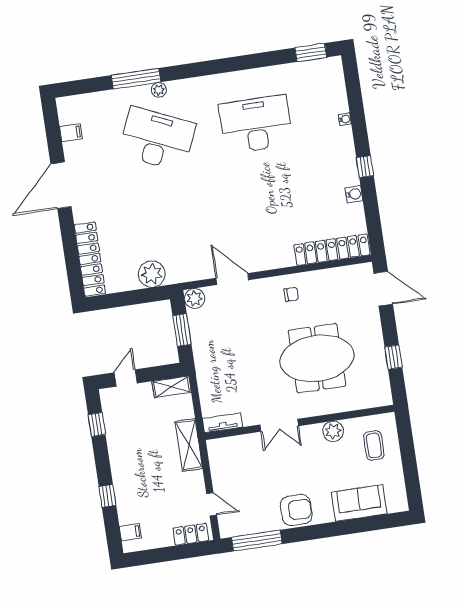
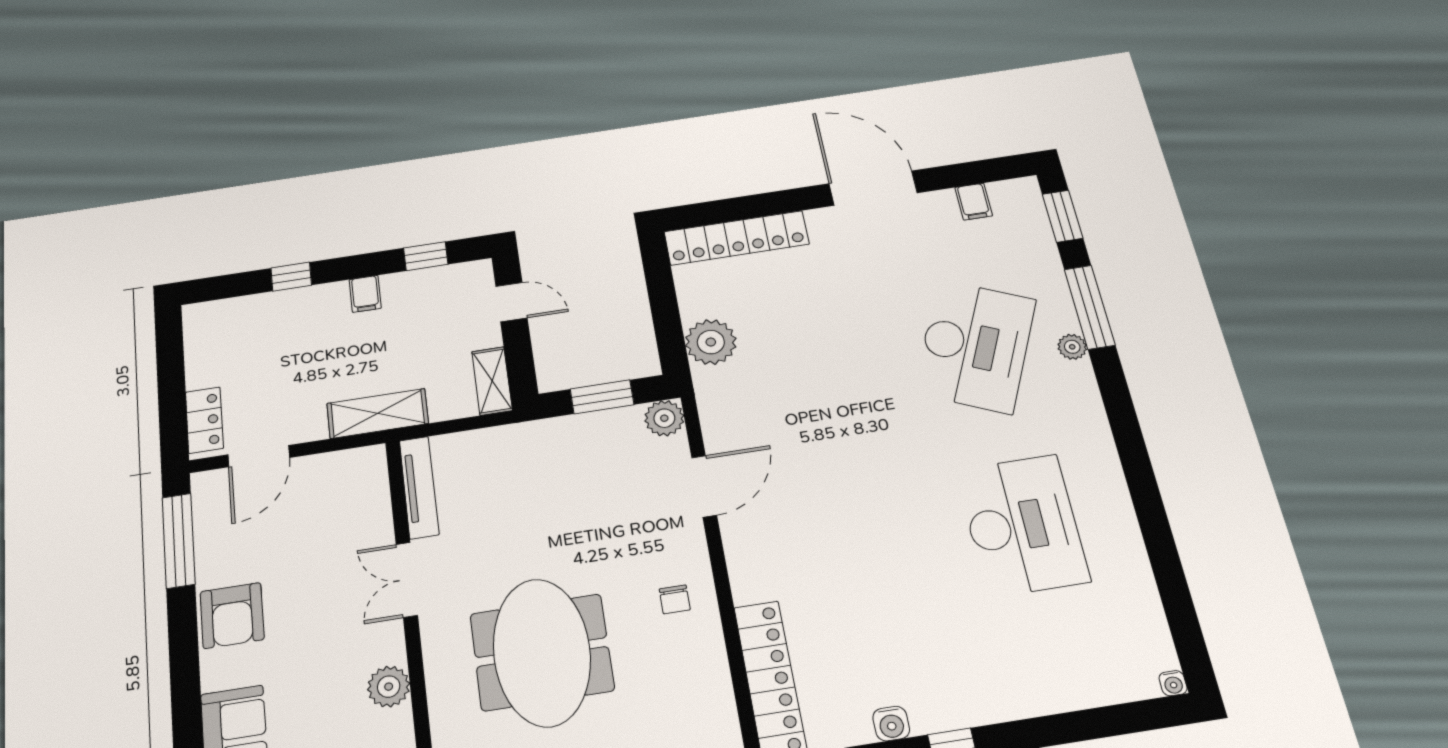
window: (311, 53) -> (1062, 216), moved
water cooler: (345, 119) -> (1173, 683), moved
tv unit: (222, 423) -> (419, 487), width x1.41
door: (212, 504) -> (259, 456), width x1.38
filing cabinet: (130, 532) -> (365, 294), moved

